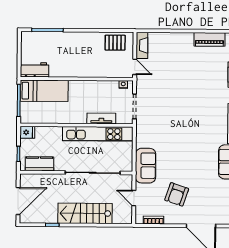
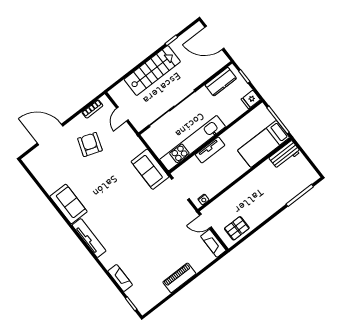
piano: (209, 39) -> (179, 278), moved
tv unit: (101, 118) -> (210, 150), moved
sofa: (146, 166) -> (150, 169), moved
door: (134, 198) -> (122, 114), swing flipped
door: (18, 201) -> (214, 38), hinge flipped

